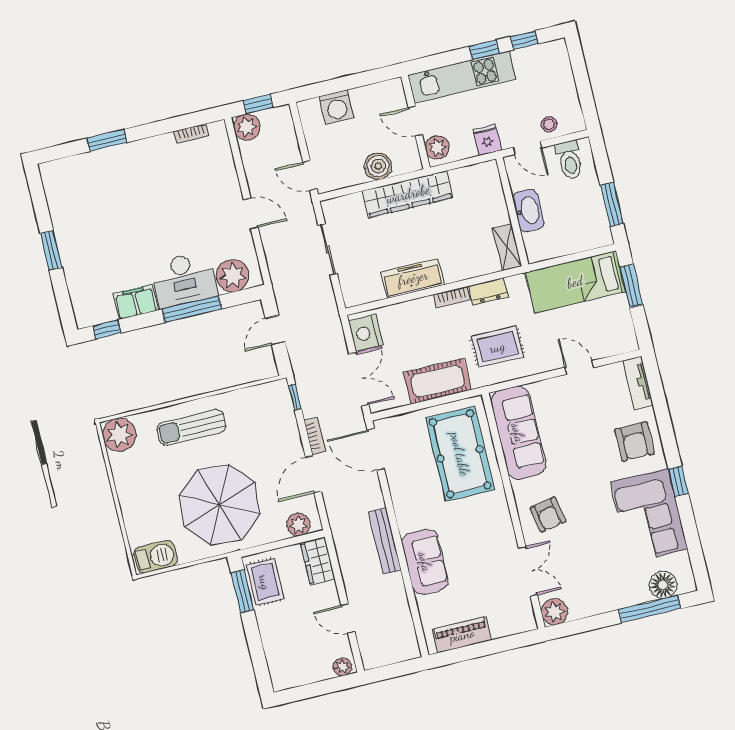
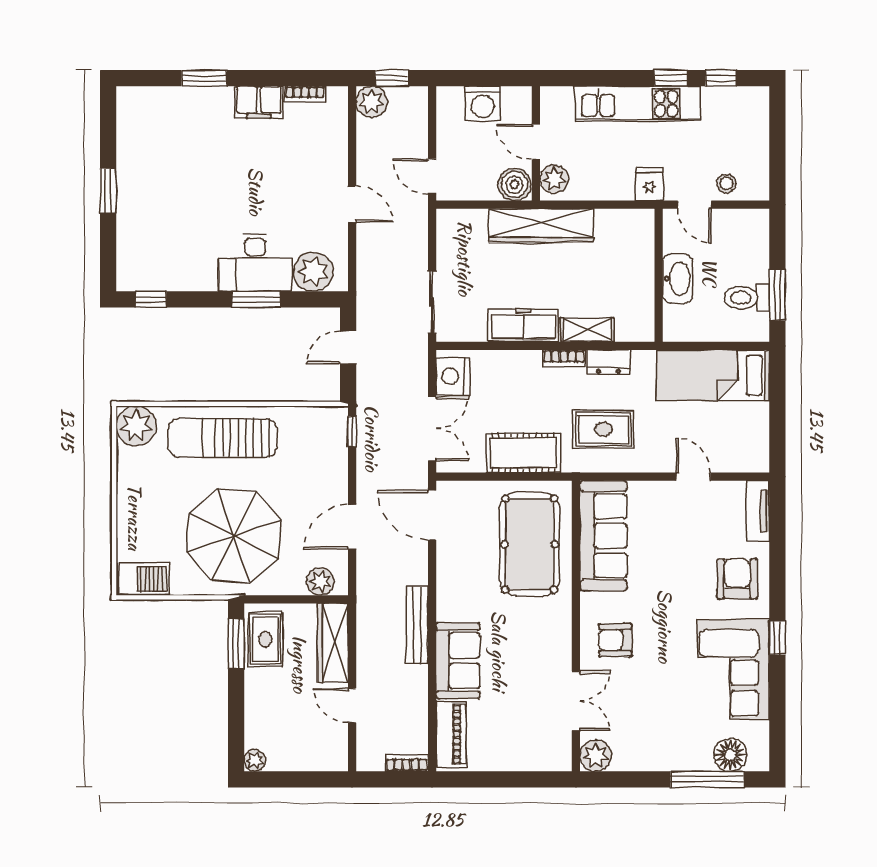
door: (415, 121) -> (536, 142), moved
wall: (416, 122) -> (536, 143), moved
plant: (437, 147) -> (554, 179), moved
toilet: (570, 160) -> (747, 298), moved, turned 90
shelving: (507, 247) -> (587, 330), moved, turned 90
sliding door: (328, 249) -> (432, 302), moved
window: (631, 286) -> (777, 395), removed
filing cabinet: (136, 302) -> (259, 102), moved, turned 180
window: (192, 309) -> (256, 299), width x0.69
sun lounger: (191, 427) -> (222, 438), width x1.36, depth x1.34
bookcase: (315, 436) -> (407, 763), moved, turned -90
armchair: (635, 442) -> (737, 579), turned 180
armchair: (548, 515) -> (615, 640), turned 101
wardrobe: (318, 561) -> (333, 643), width x1.50
piano: (462, 635) -> (451, 734), moved, turned 90
plant: (342, 667) -> (255, 760), moved

